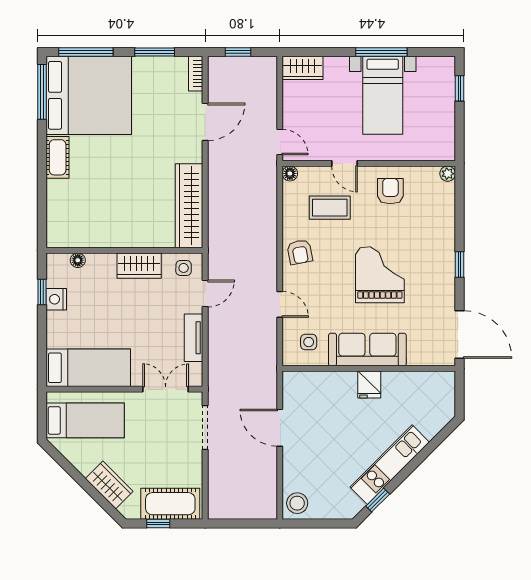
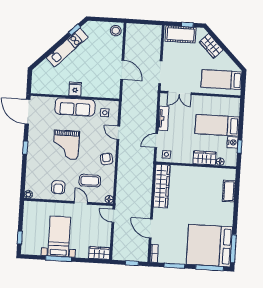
door: (205, 122) -> (151, 228), hinge flipped
cot: (58, 157) -> (229, 191), moved
wardrobe: (139, 266) -> (205, 158), moved
bed: (88, 368) -> (217, 125), moved

